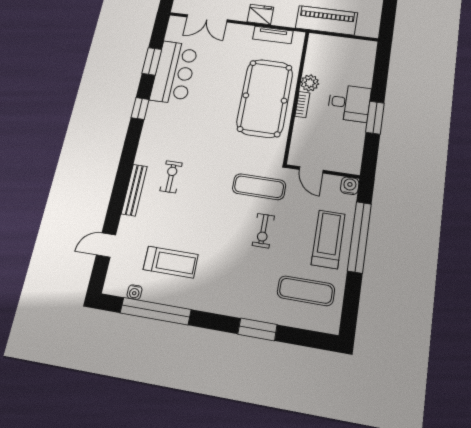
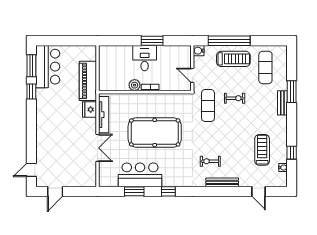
fridge: (260, 14) -> (90, 109), moved
double door: (207, 18) -> (98, 148), moved
tv unit: (273, 35) -> (104, 115), width x1.41
pool table: (265, 98) -> (155, 132), moved
door: (311, 170) -> (192, 75), swing flipped
treadmill: (328, 239) -> (233, 59), turned 180
bench: (241, 310) -> (282, 103), added
window: (155, 311) -> (292, 153), width x0.32

